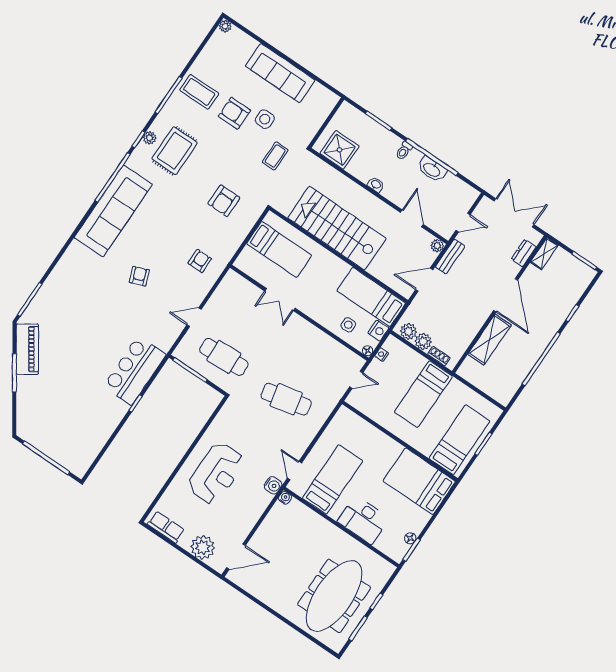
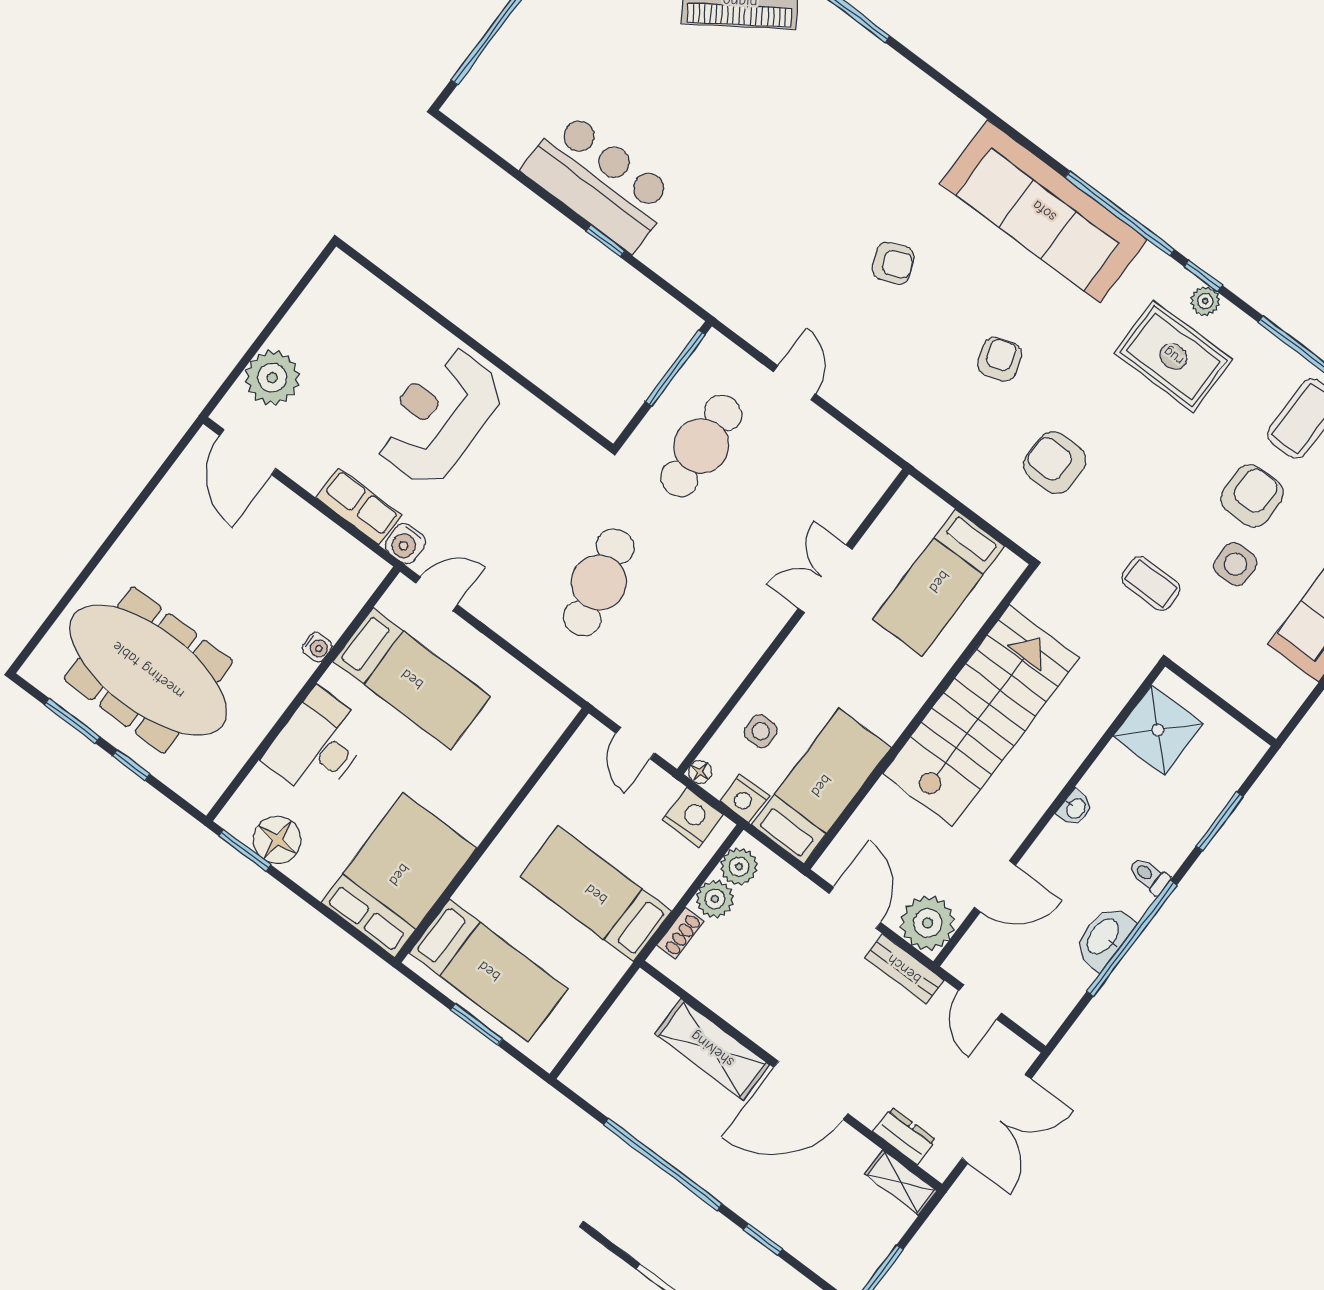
plant: (437, 246) -> (928, 923), width x1.87, depth x1.87
armchair: (200, 261) -> (1000, 359), moved, turned -107
nightstand: (382, 355) -> (693, 817), width x1.89, depth x1.79
bar counter: (135, 370) -> (599, 182), moved
reception desk: (216, 473) -> (438, 416), turned 90
water cooler: (285, 498) -> (317, 647), moved
row of seats: (166, 527) -> (359, 507), moved, turned -90
floor lamp: (410, 538) -> (277, 840), width x1.89, depth x1.89

